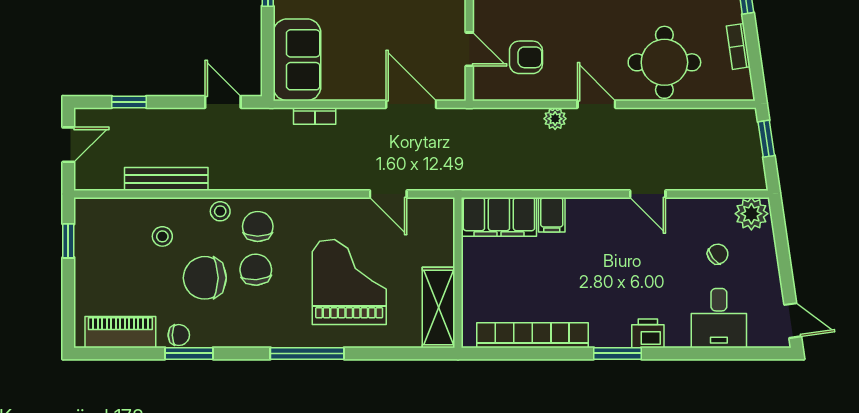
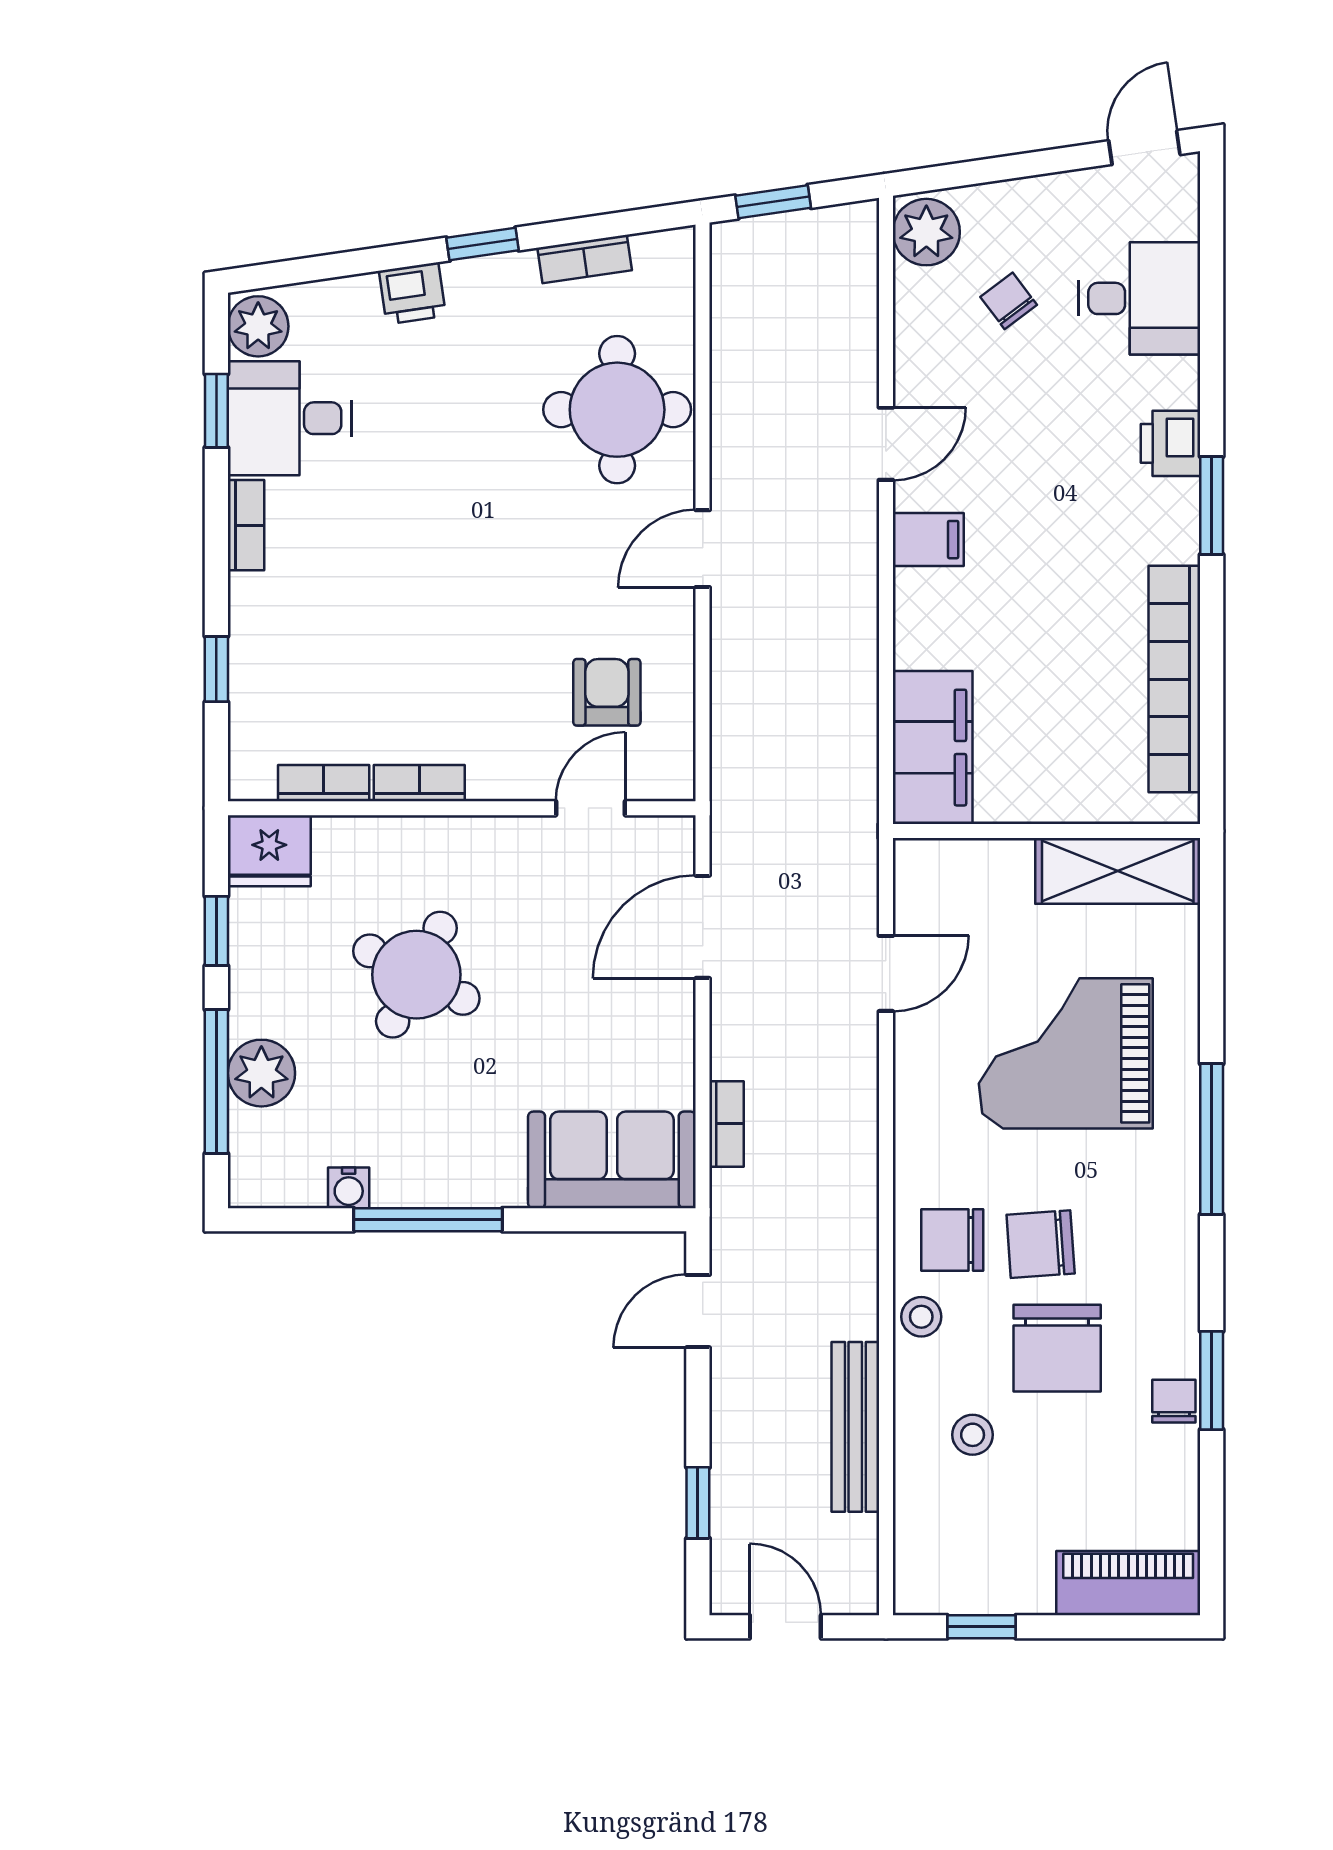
plant: (555, 119) -> (732, 633), removed
filing cabinet: (552, 215) -> (928, 540), moved
piano: (120, 332) -> (1128, 1583), moved, turned 90

